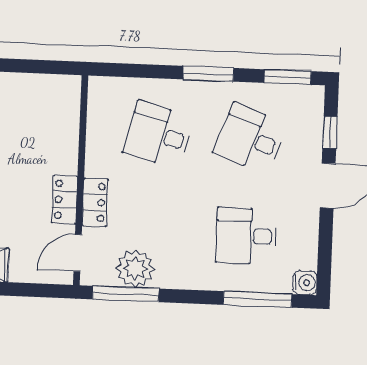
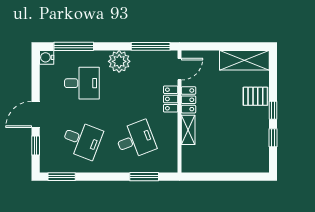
window: (208, 74) -> (144, 177), moved
desk: (158, 135) -> (135, 140), turned -36
shelving: (67, 148) -> (188, 130), added
plant: (135, 269) -> (119, 61), moved

